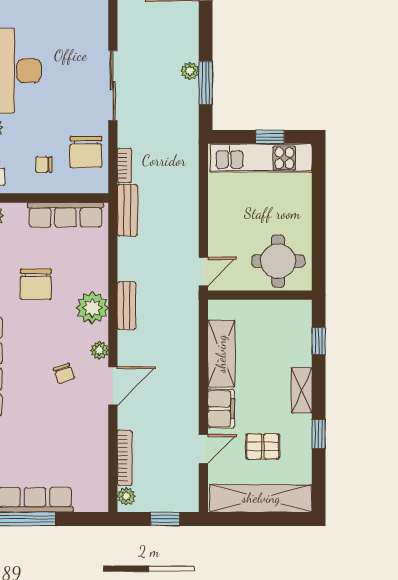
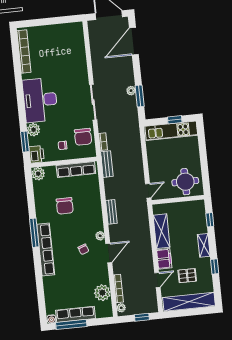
plant: (92, 308) -> (102, 293), moved

